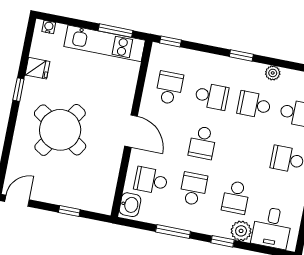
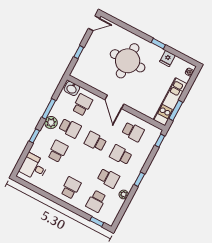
school desk: (212, 96) -> (121, 155), turned 90
school desk: (254, 105) -> (108, 178), turned 90
round table: (60, 130) -> (128, 61), turned -33
door: (131, 131) -> (114, 102), hinge flipped
school desk: (236, 197) -> (58, 151), turned 90
door: (17, 201) -> (94, 23), hinge flipped
plant: (241, 231) -> (51, 123), moved

